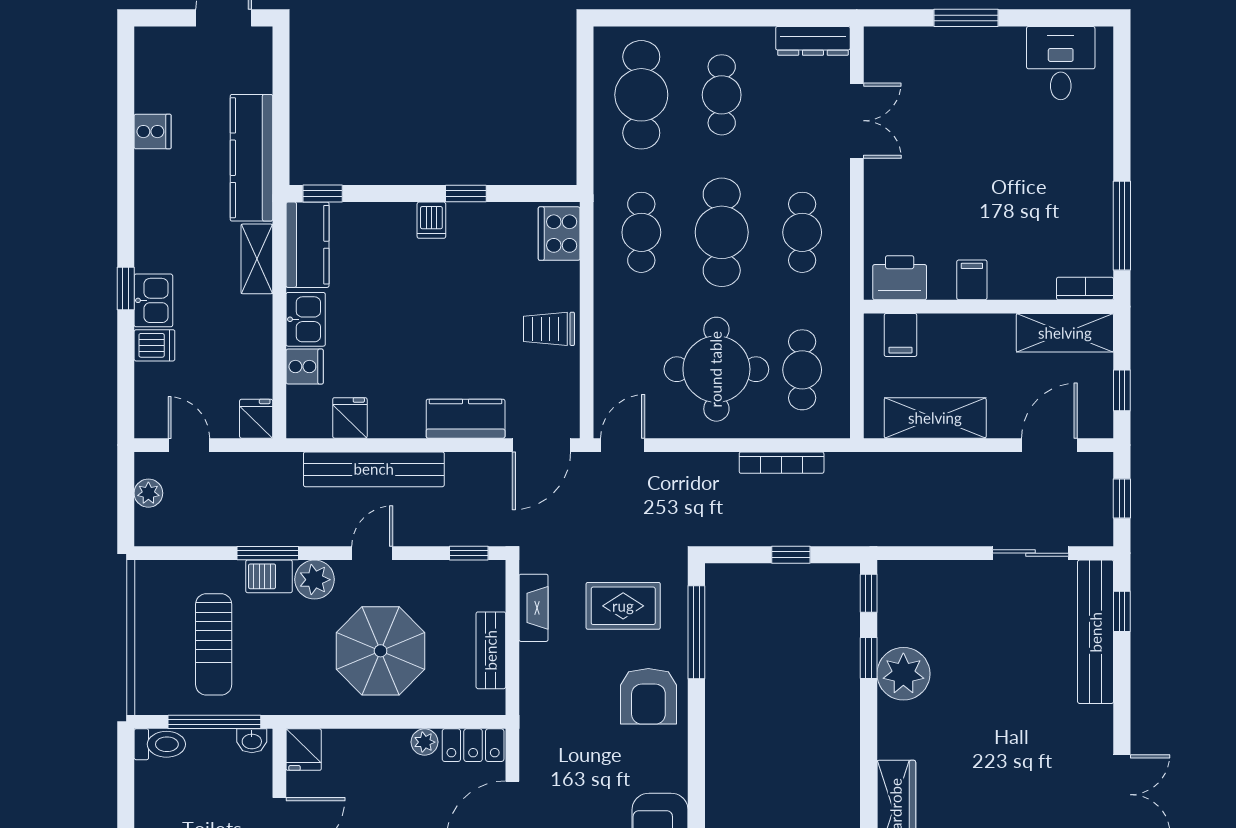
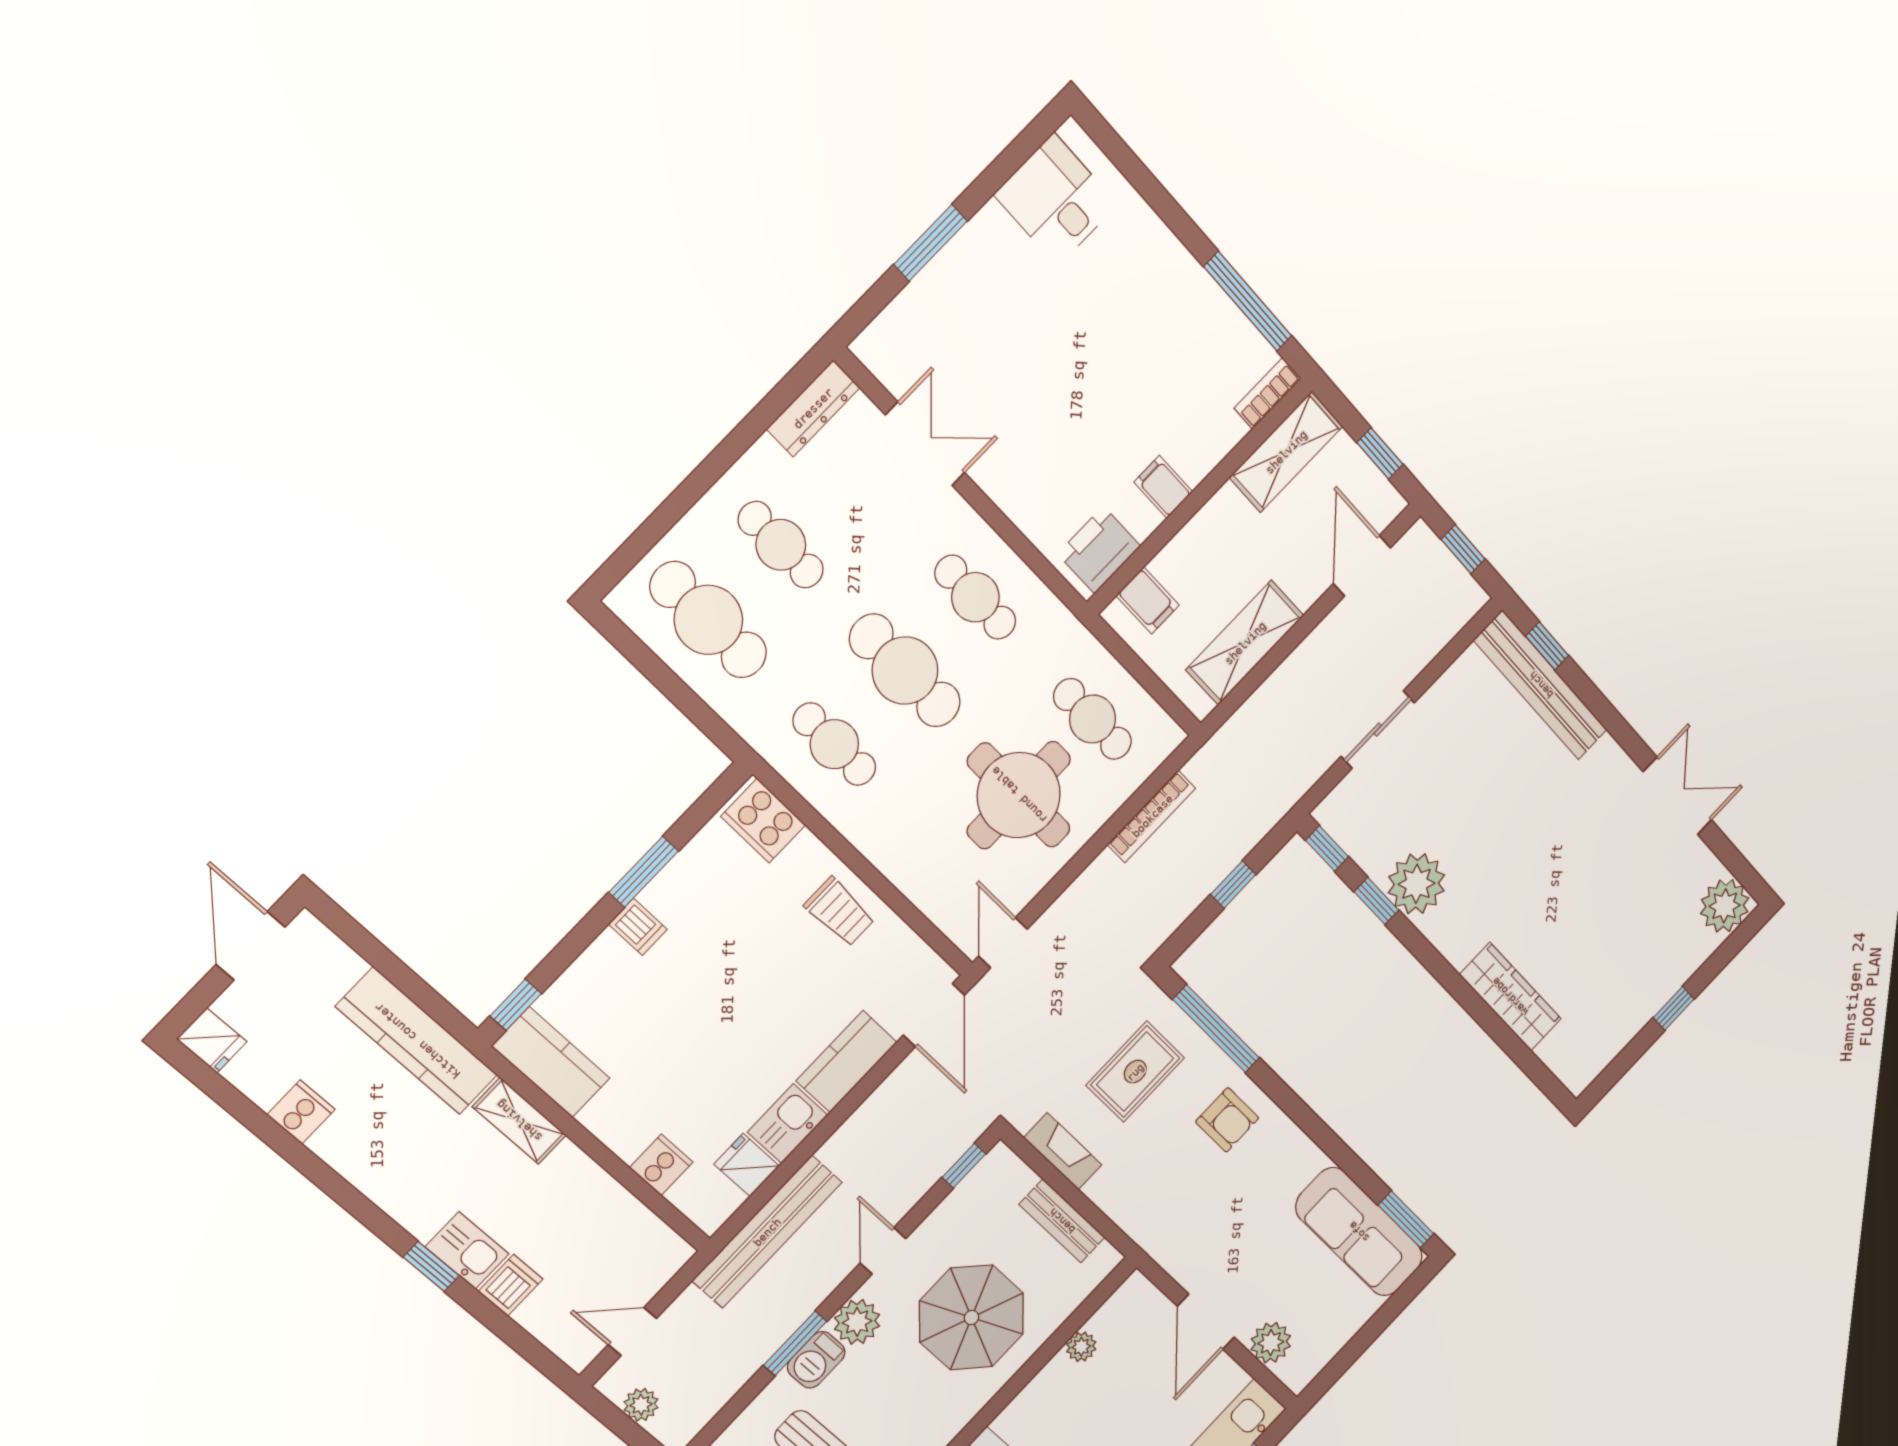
window: (466, 193) -> (644, 872), width x1.50
kitchen sink: (306, 319) -> (788, 1124), moved, turned -90
trolley: (549, 329) -> (840, 912), turned -90
fridge: (256, 419) -> (212, 1040), moved, turned 180
bench: (374, 469) -> (767, 1232), moved
sliding door: (1031, 553) -> (1378, 730), moved
armchair: (648, 696) -> (1227, 1120), width x0.72, depth x0.72
locker: (473, 745) -> (1123, 1307), removed

